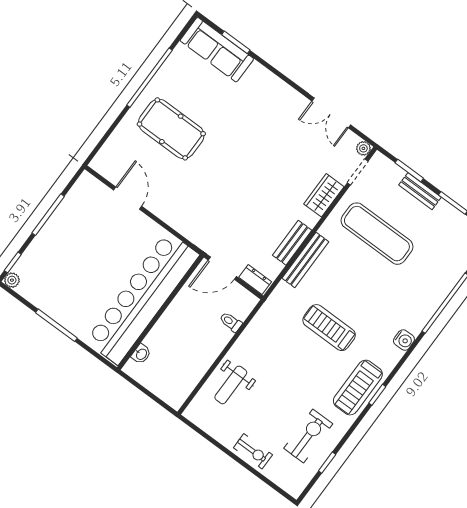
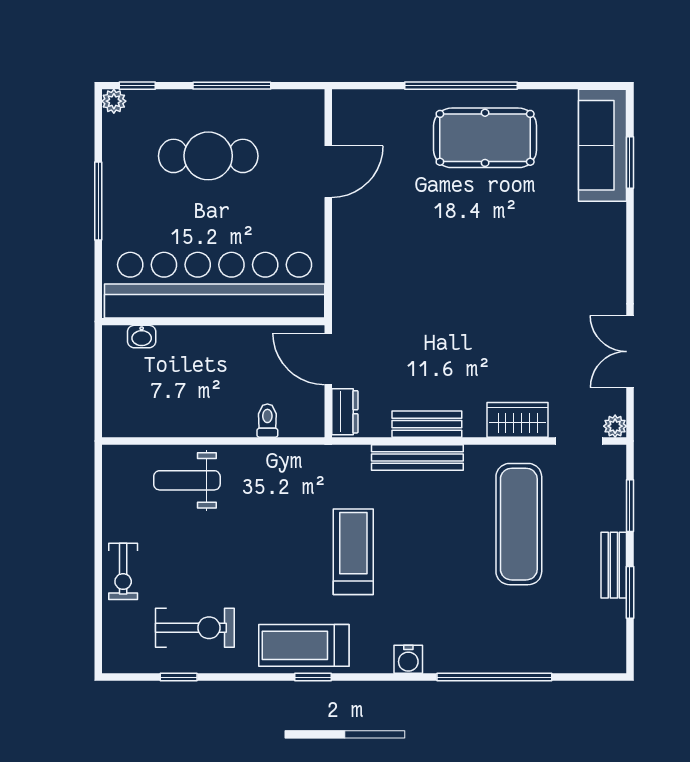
window: (150, 78) -> (461, 86), moved
pool table: (171, 129) -> (485, 138), moved, turned 90
bench: (420, 191) -> (614, 565), moved
cafe table: (75, 253) -> (208, 156), added

